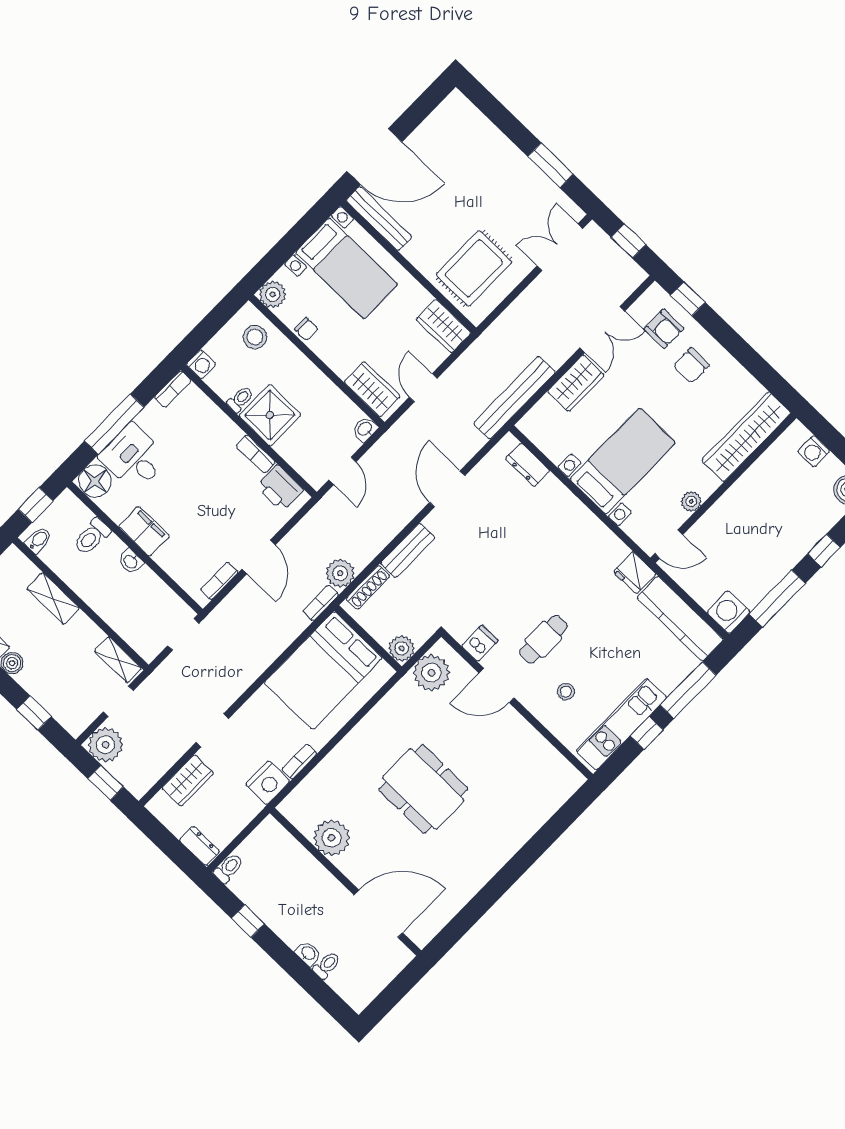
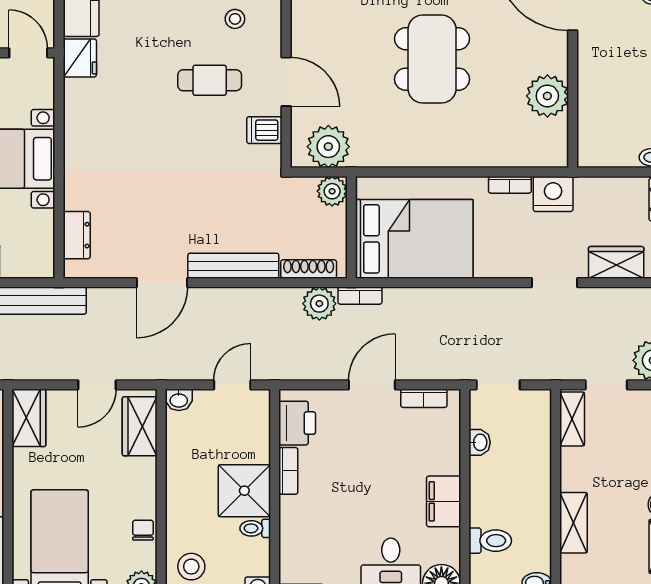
bench: (408, 550) -> (233, 266), width x1.36
washbasin: (131, 561) -> (480, 442), moved

